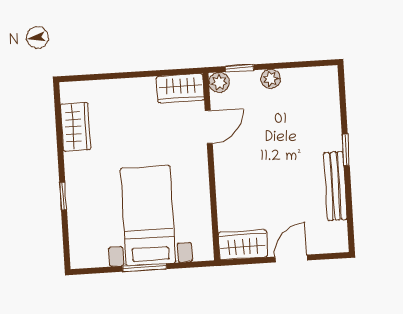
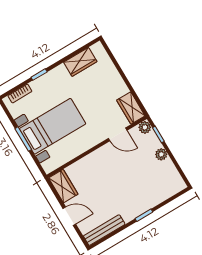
bench: (335, 186) -> (104, 230), moved
bookcase: (76, 238) -> (20, 94), added

